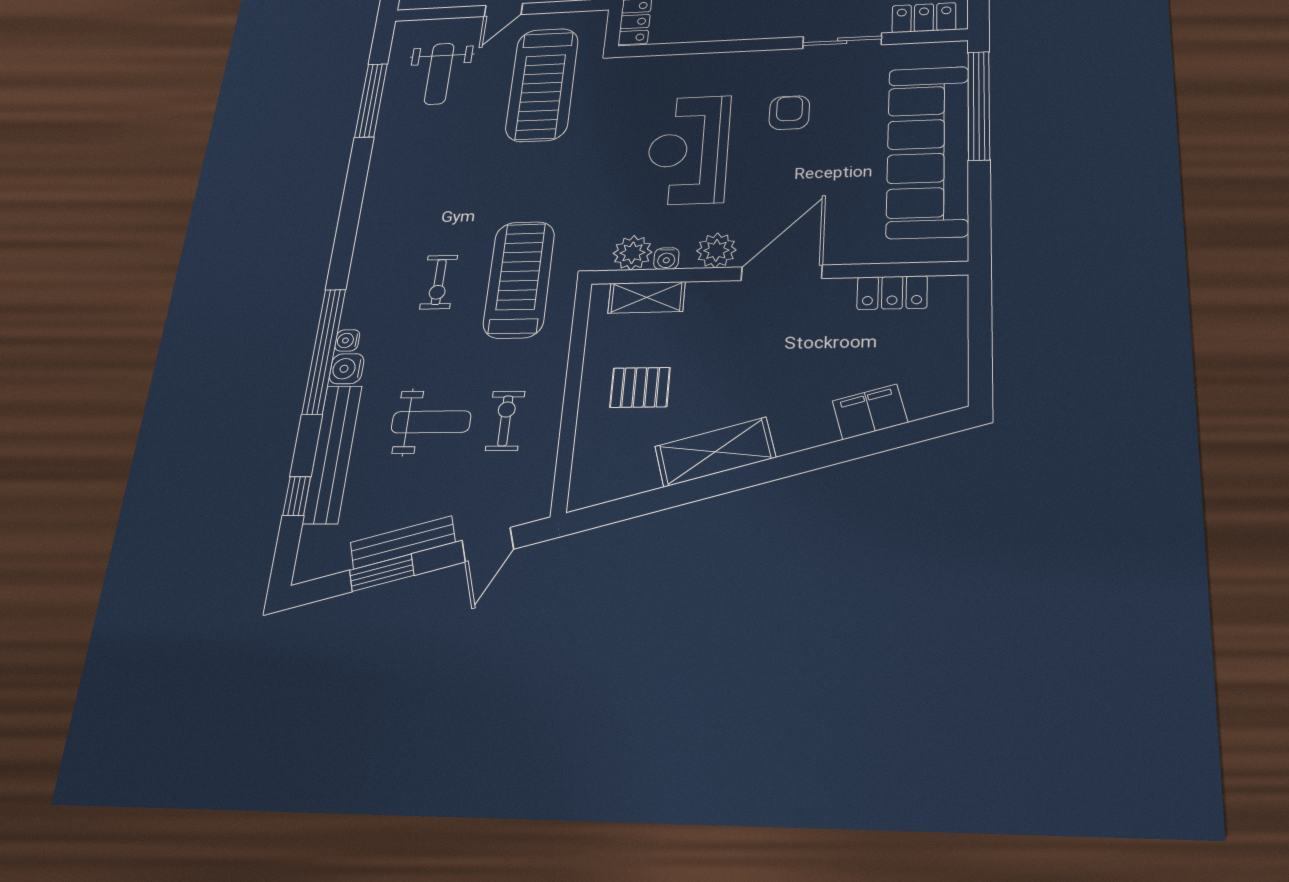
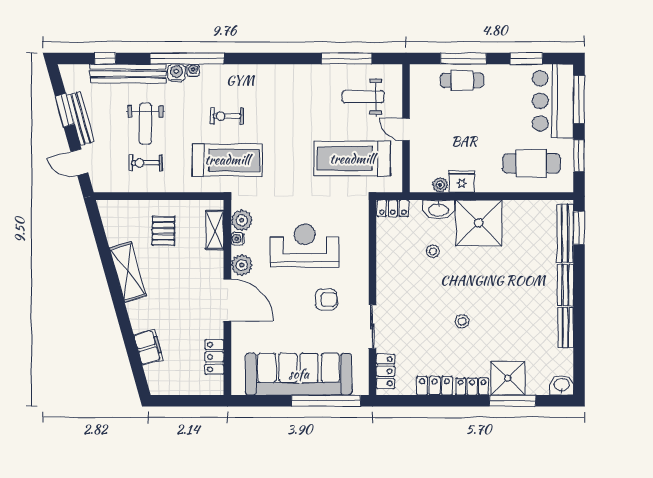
exercise bike: (505, 421) -> (146, 163), turned 180

